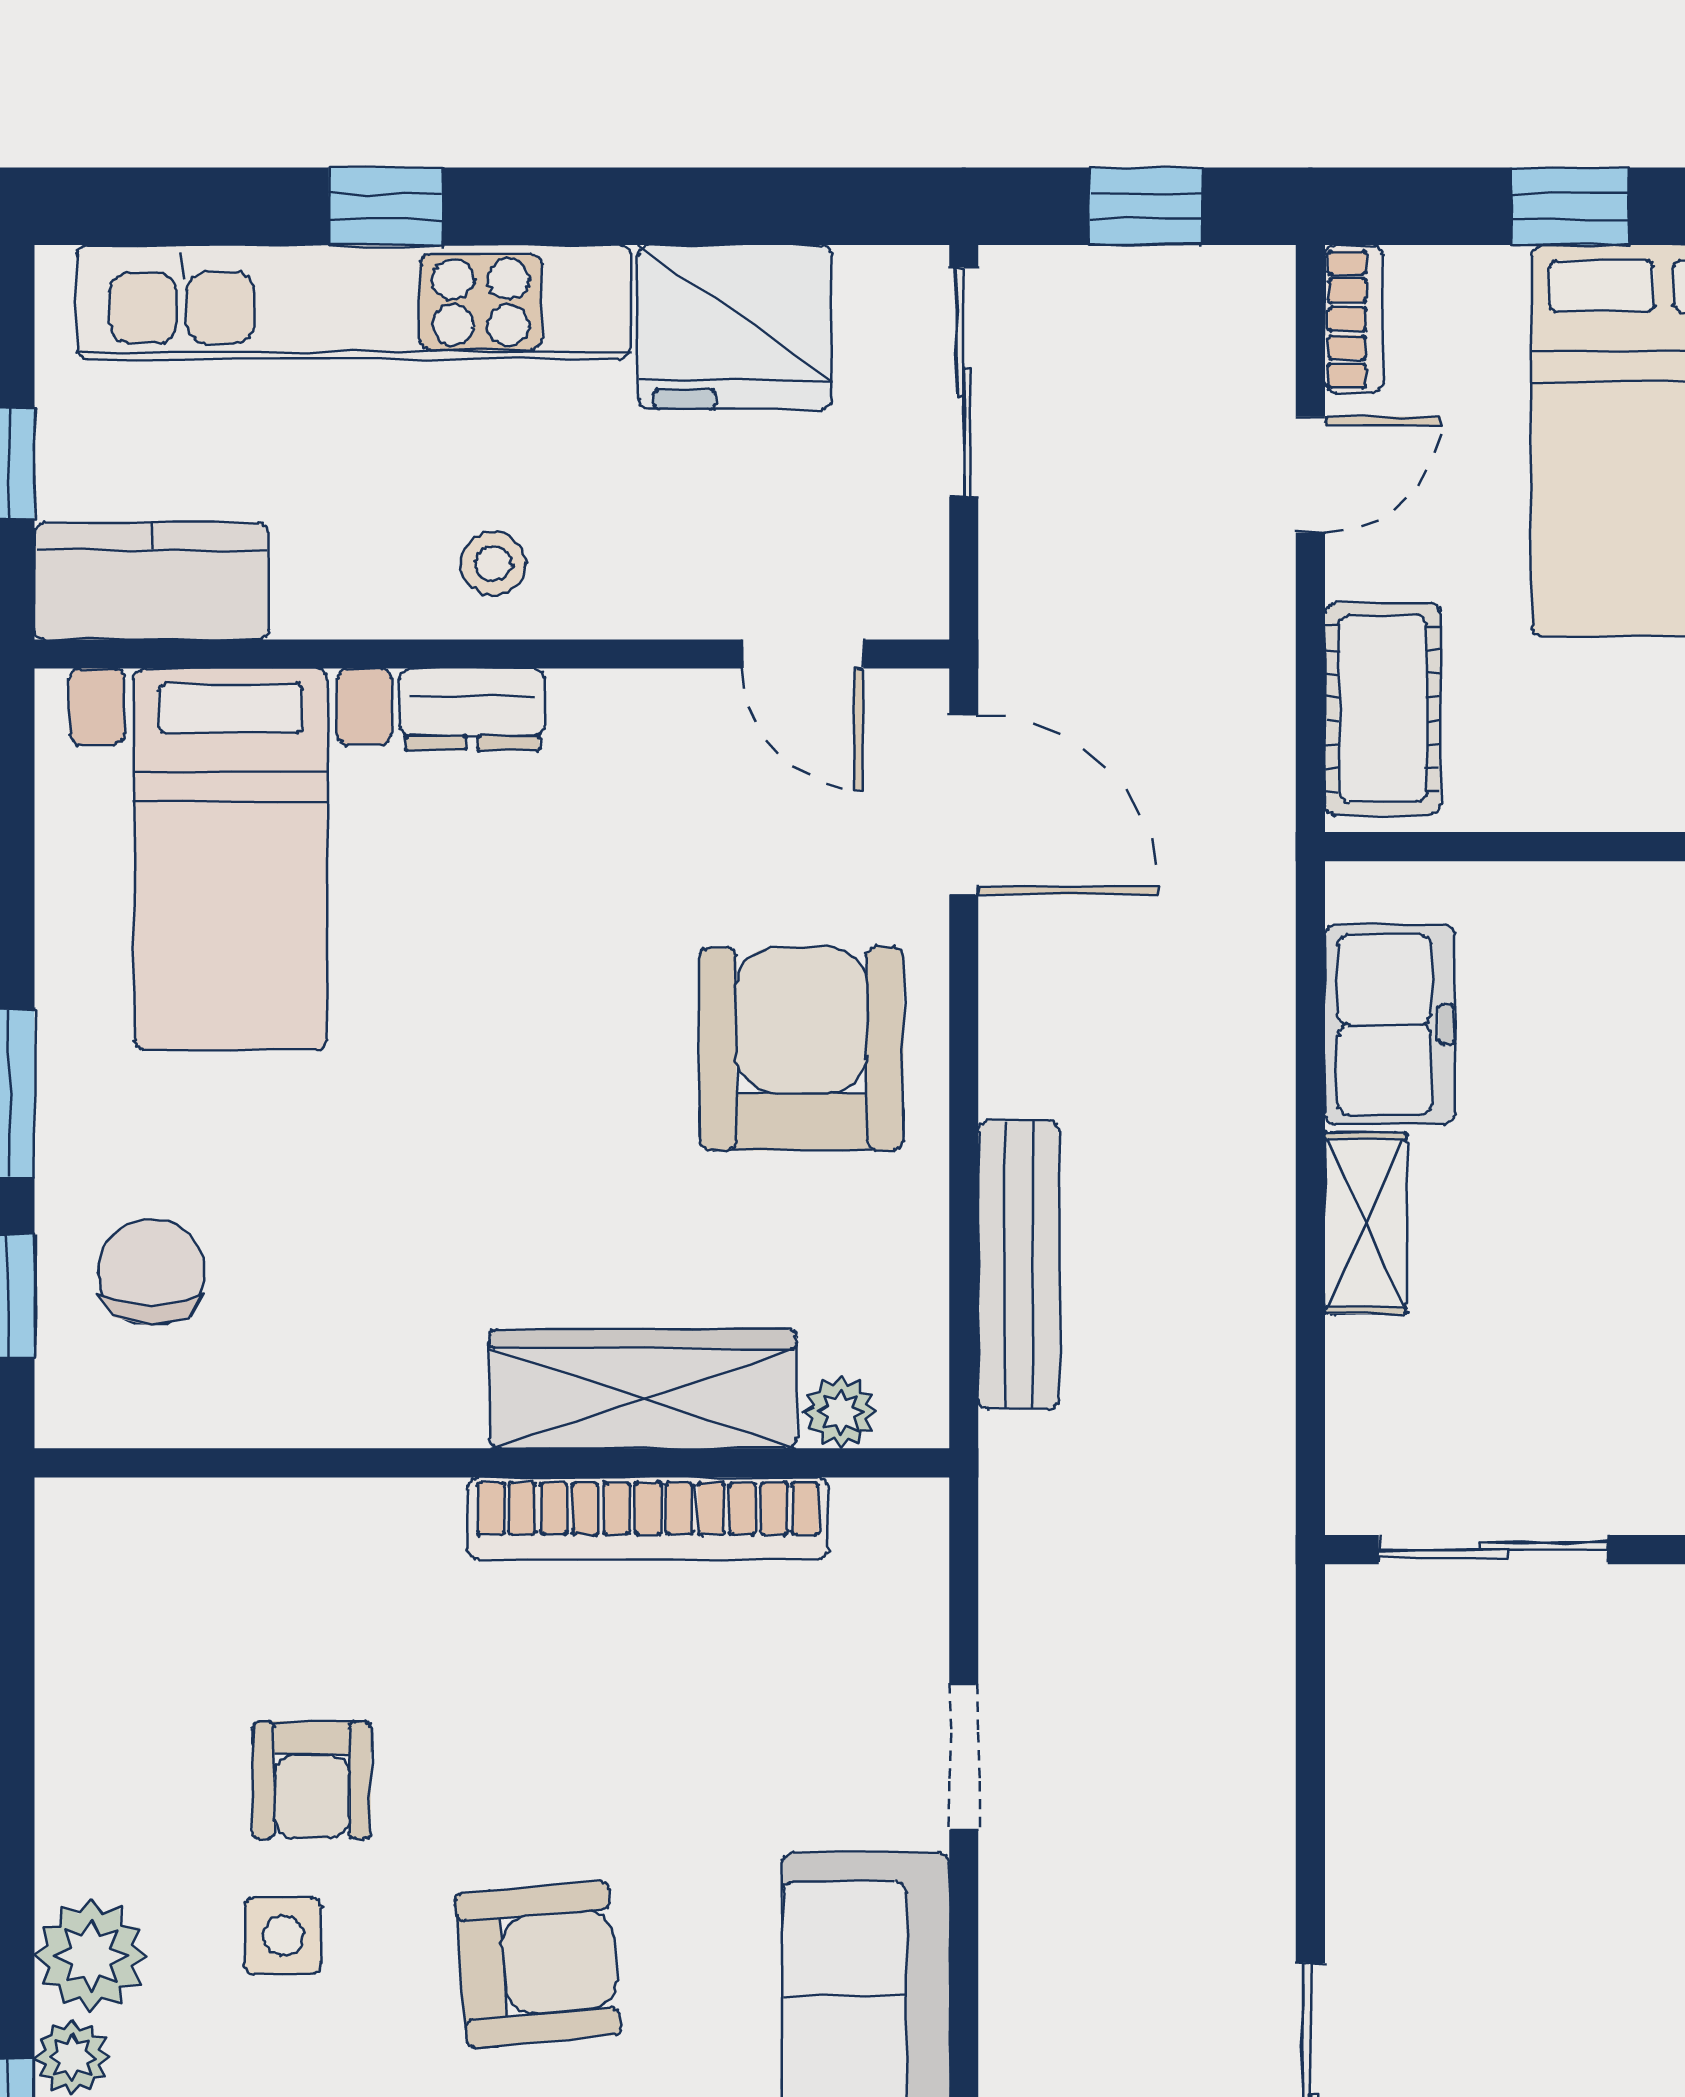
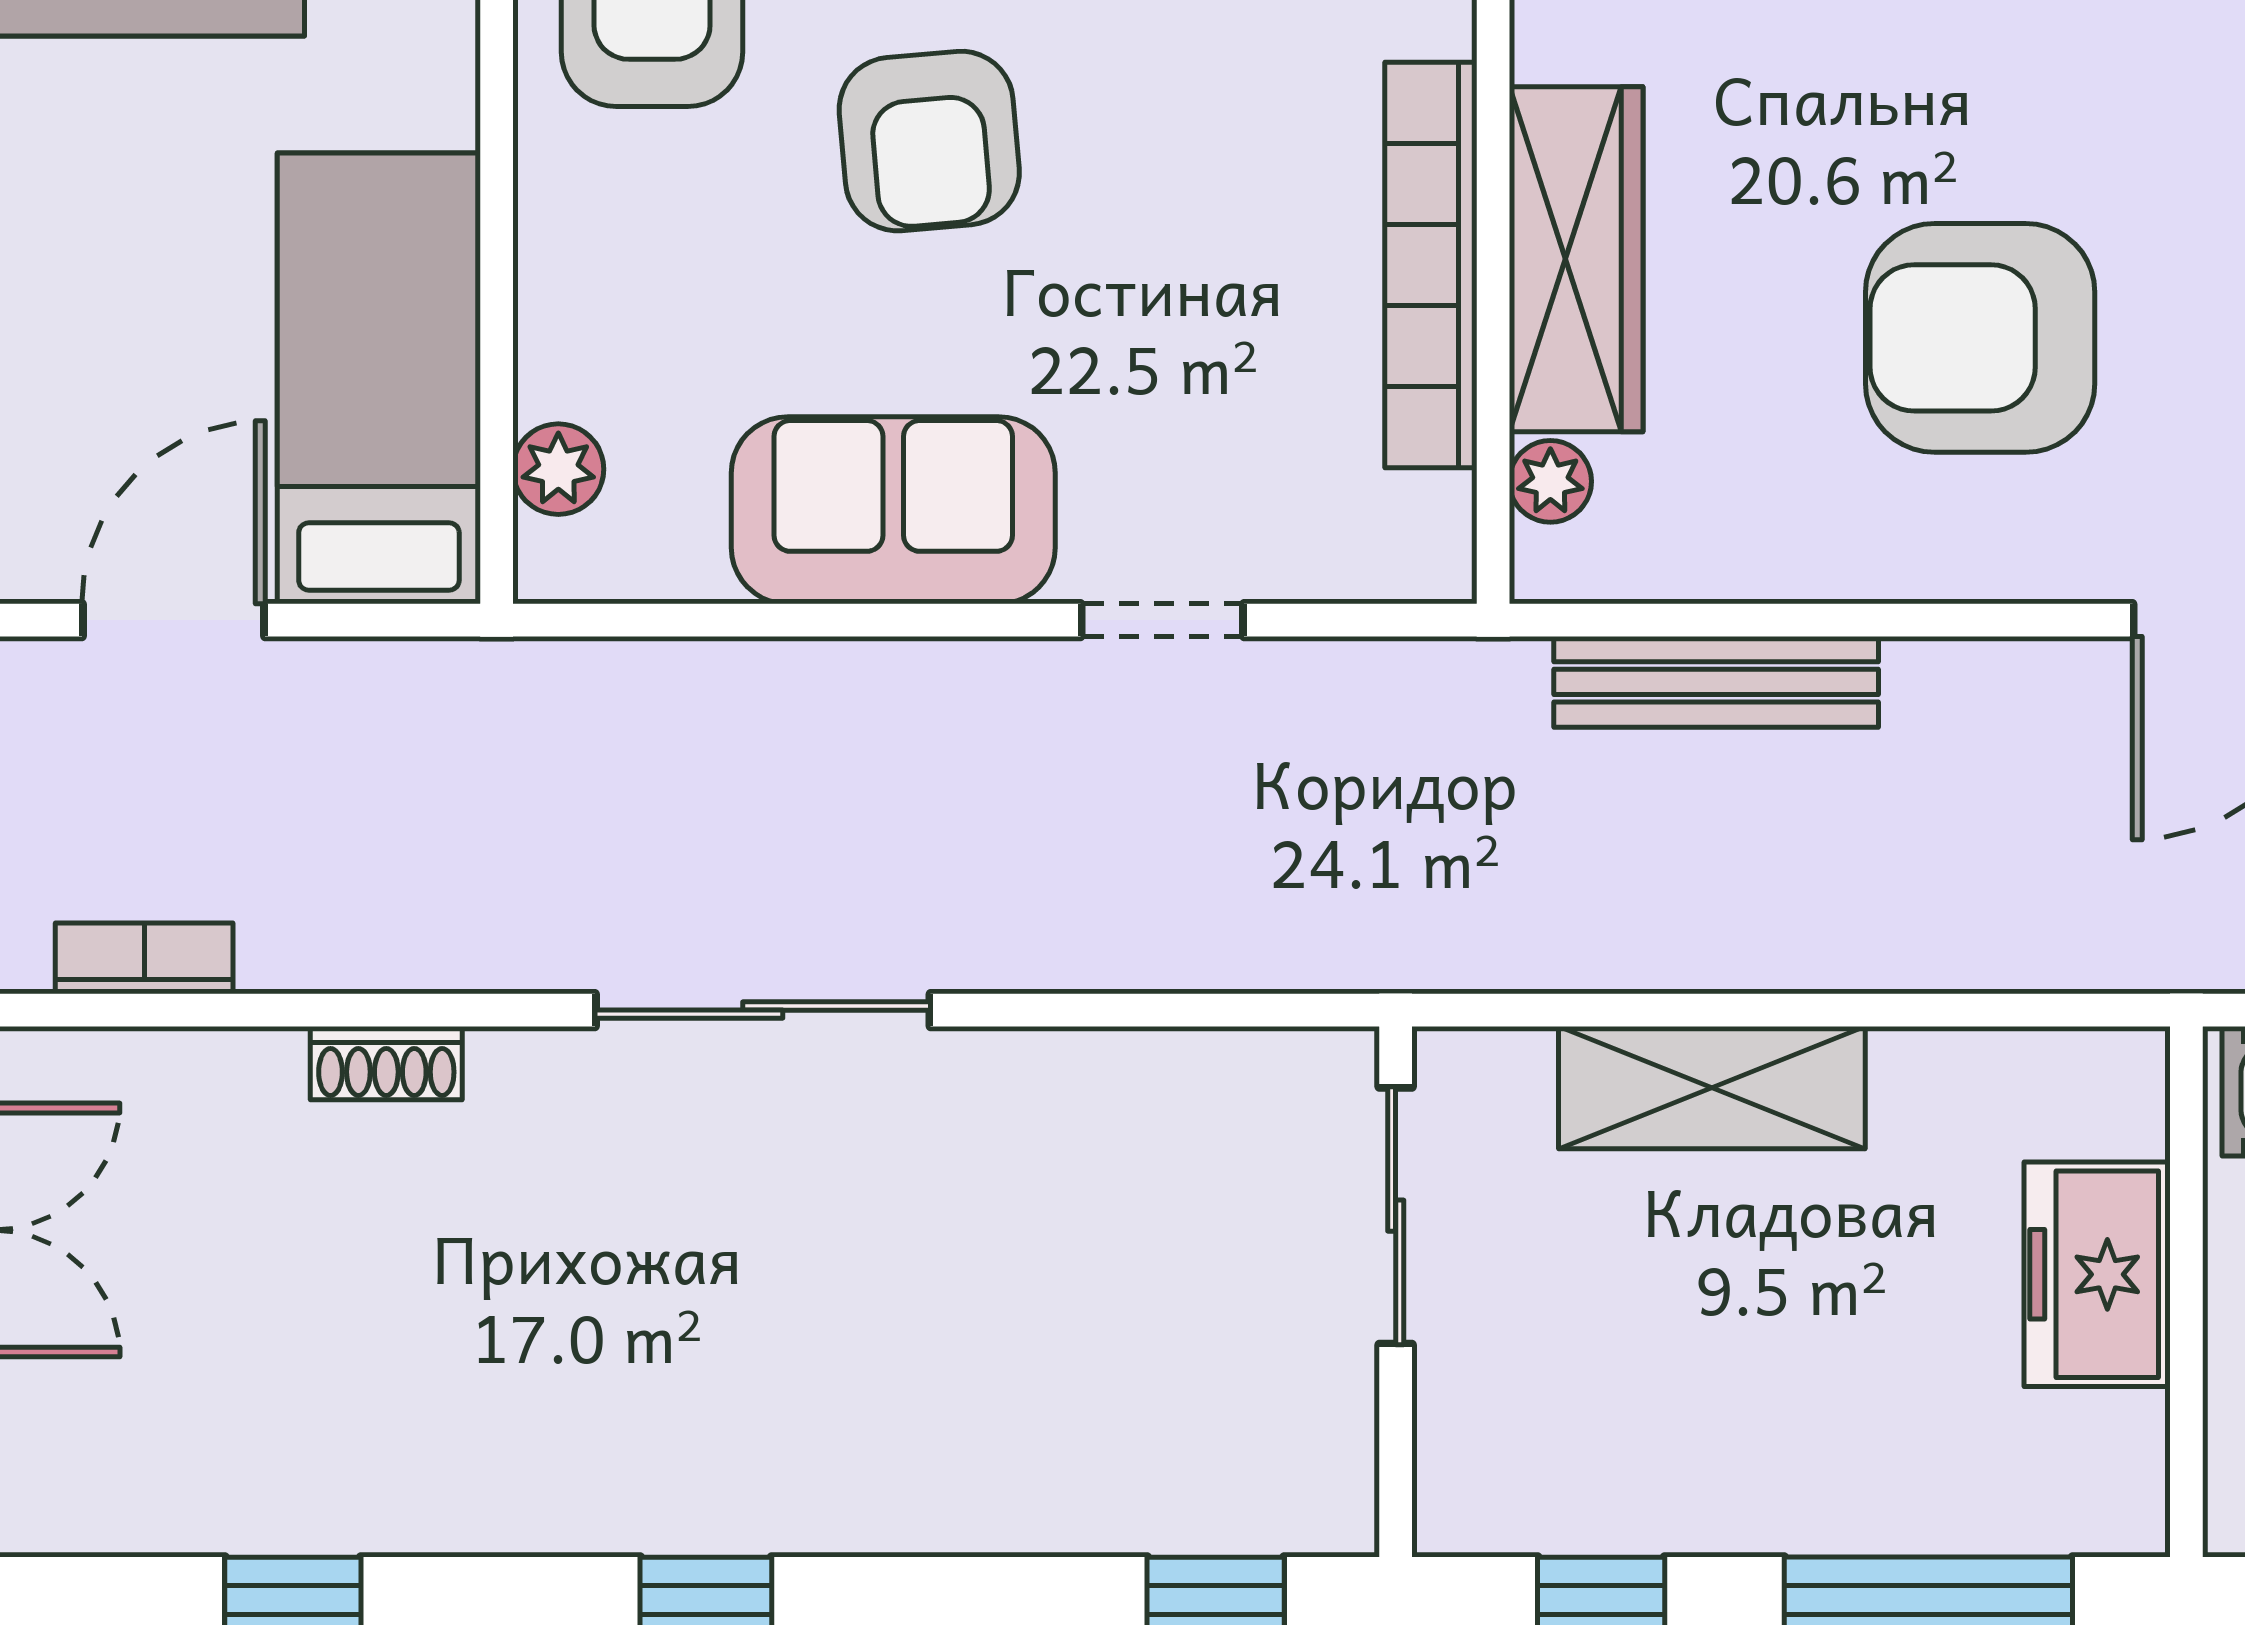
freezer: (1390, 1025) -> (2097, 1274), moved, turned 90
armchair: (802, 1048) -> (1980, 338), moved, turned 180
shelving: (1366, 1223) -> (1712, 1088), width x1.50, depth x1.33

